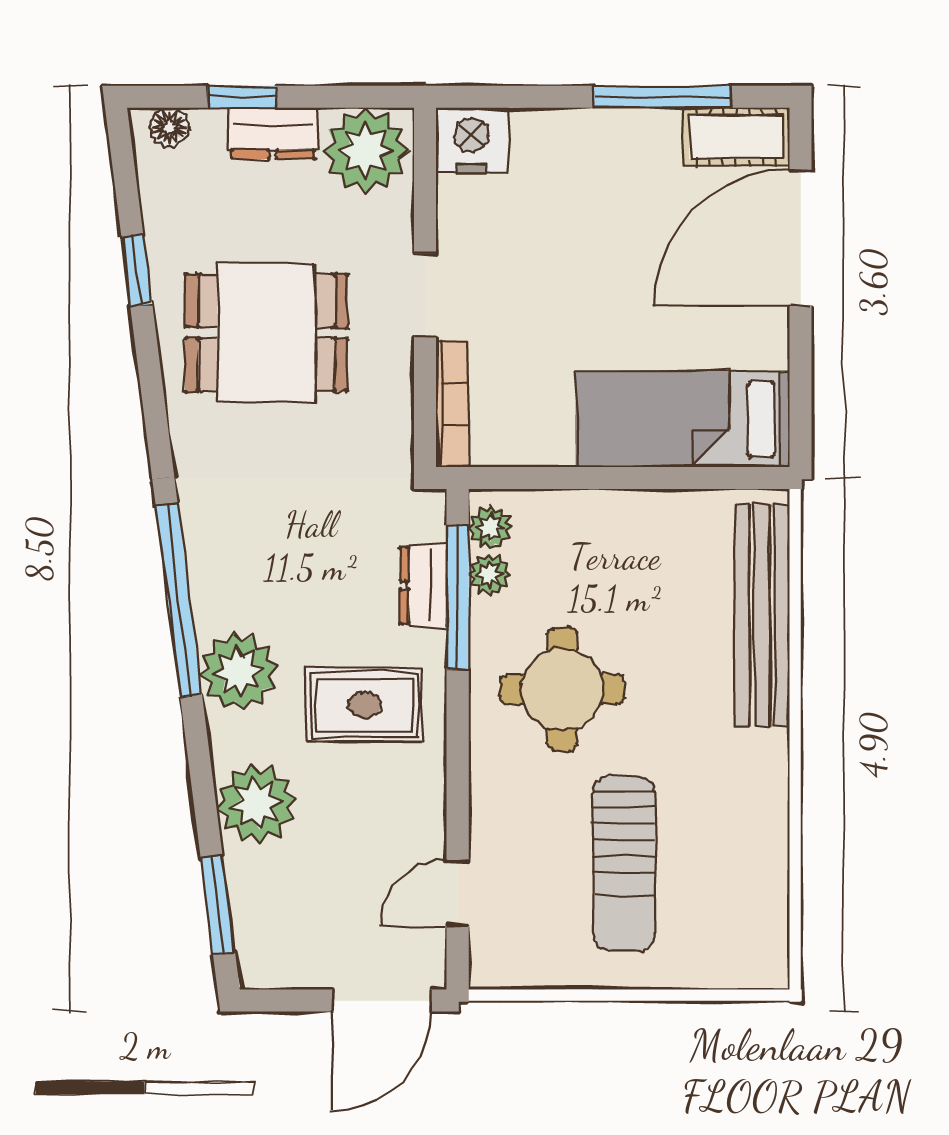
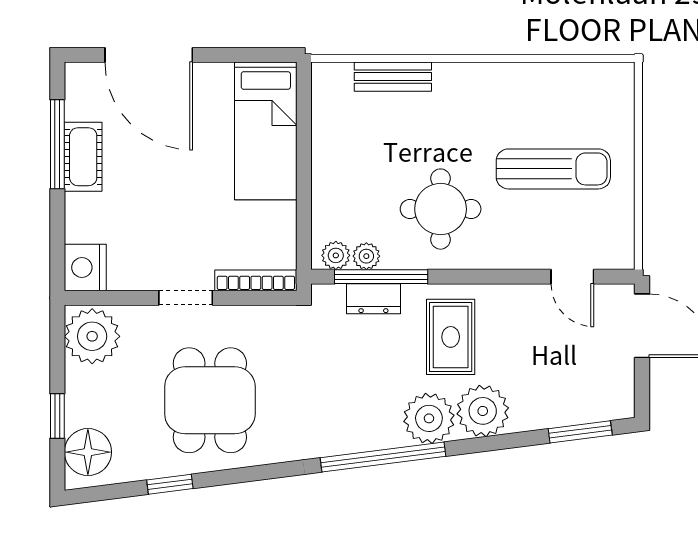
floor lamp: (170, 127) -> (88, 452), width x1.89, depth x1.89
dresser: (273, 133) -> (81, 396), removed
cot: (736, 137) -> (83, 157), moved
bench: (762, 615) -> (393, 77), width x0.54, depth x0.82
plant: (256, 804) -> (483, 411), moved

